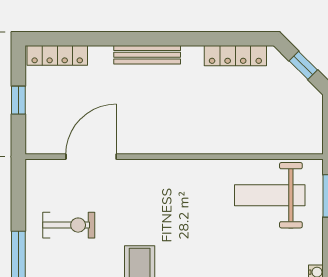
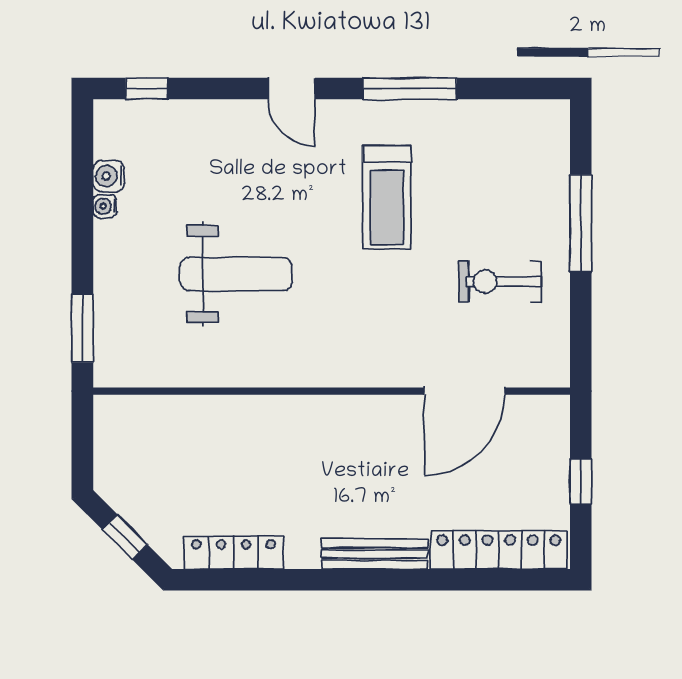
locker: (57, 55) -> (499, 550), width x1.41, depth x1.21
weight bench: (270, 195) -> (236, 274), moved

